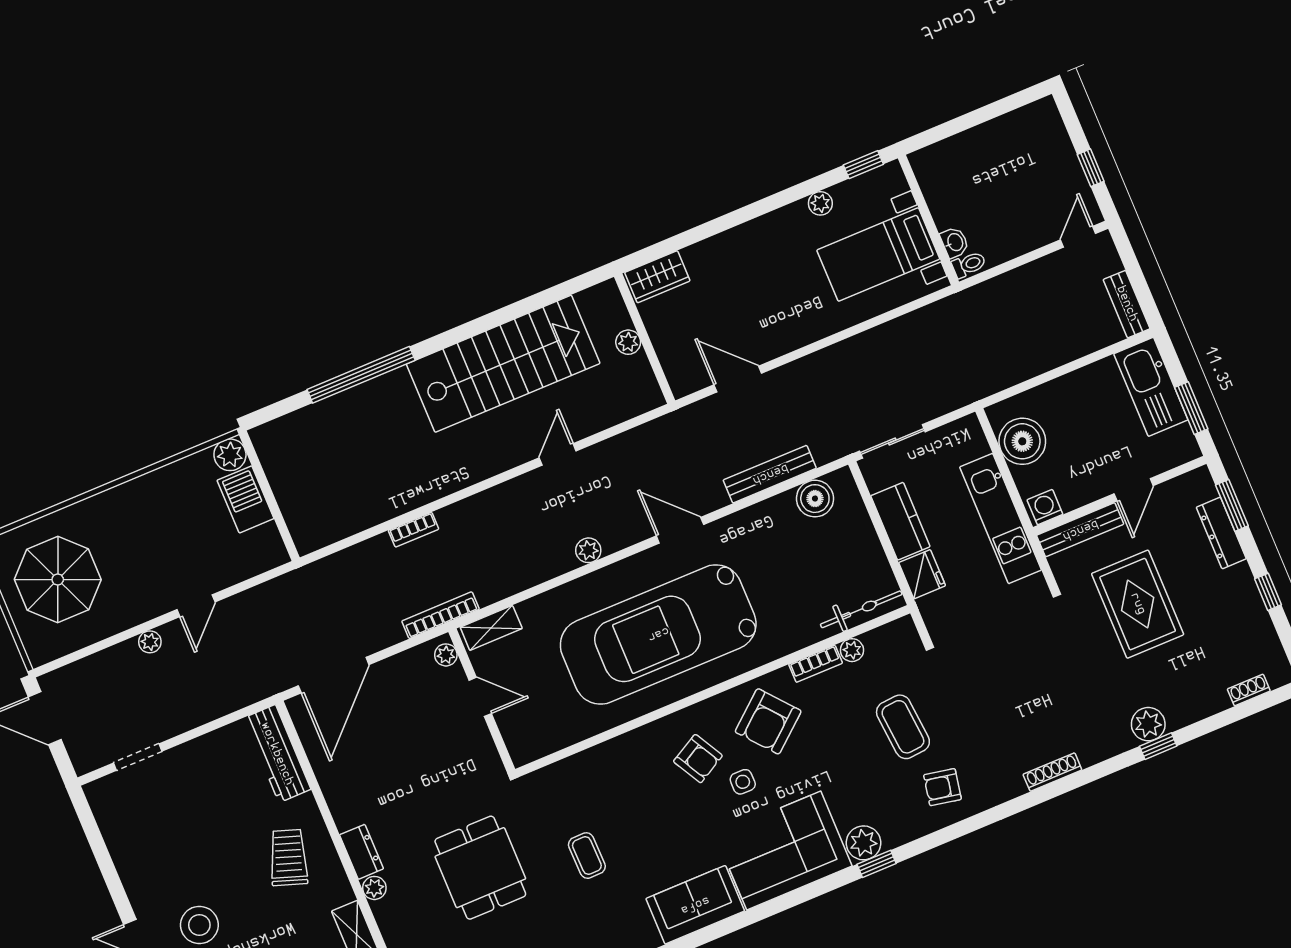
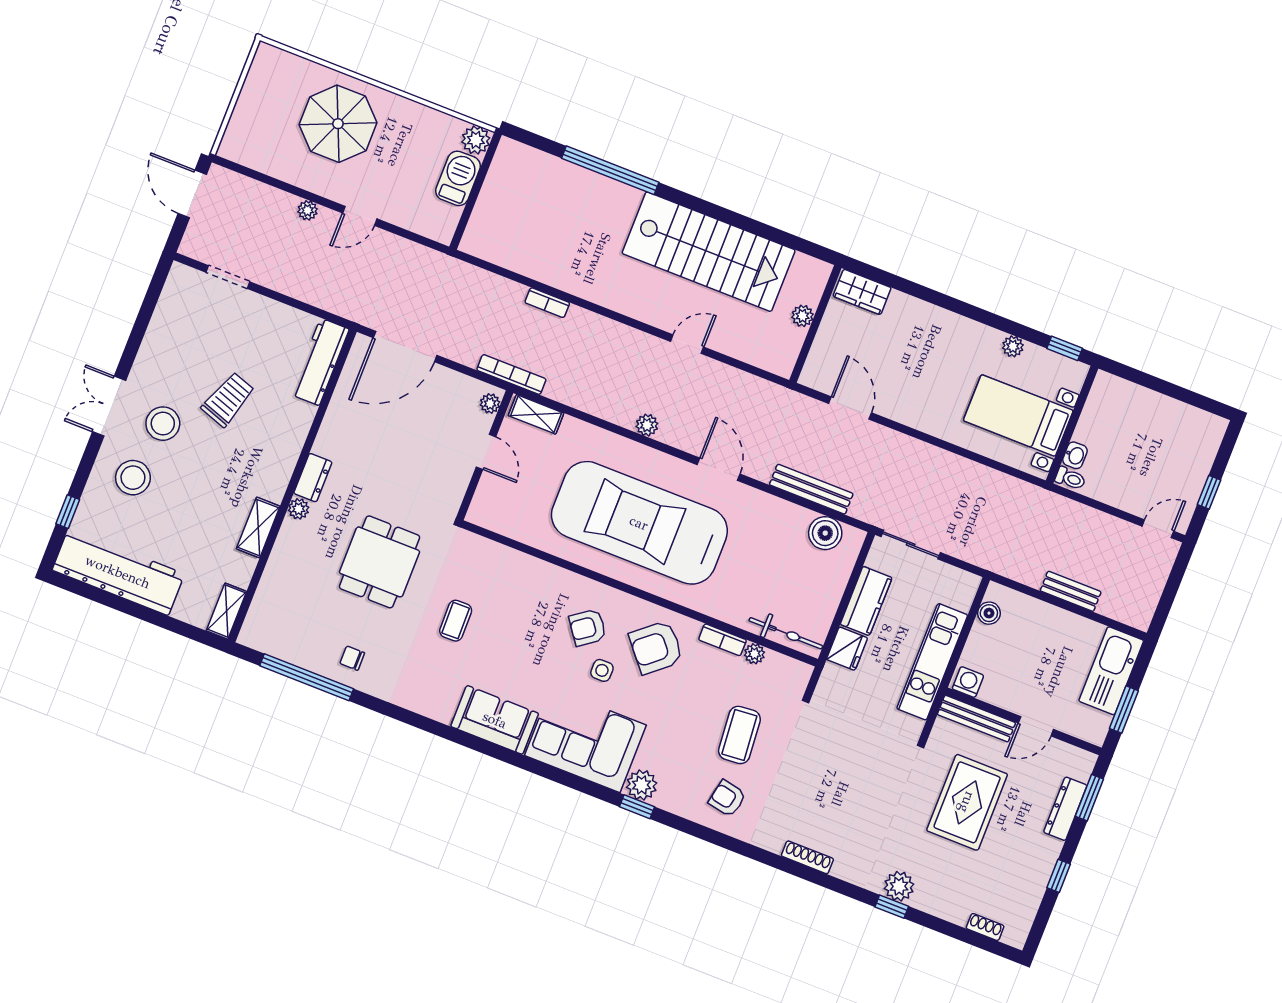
bench: (1127, 304) -> (1071, 591), moved, turned 90
boiler: (1022, 441) -> (989, 613), width x0.54, depth x0.54
parasol: (58, 580) -> (338, 124), moved
armchair: (698, 759) -> (588, 627), turned 83
trolley: (288, 858) -> (228, 399), moved

